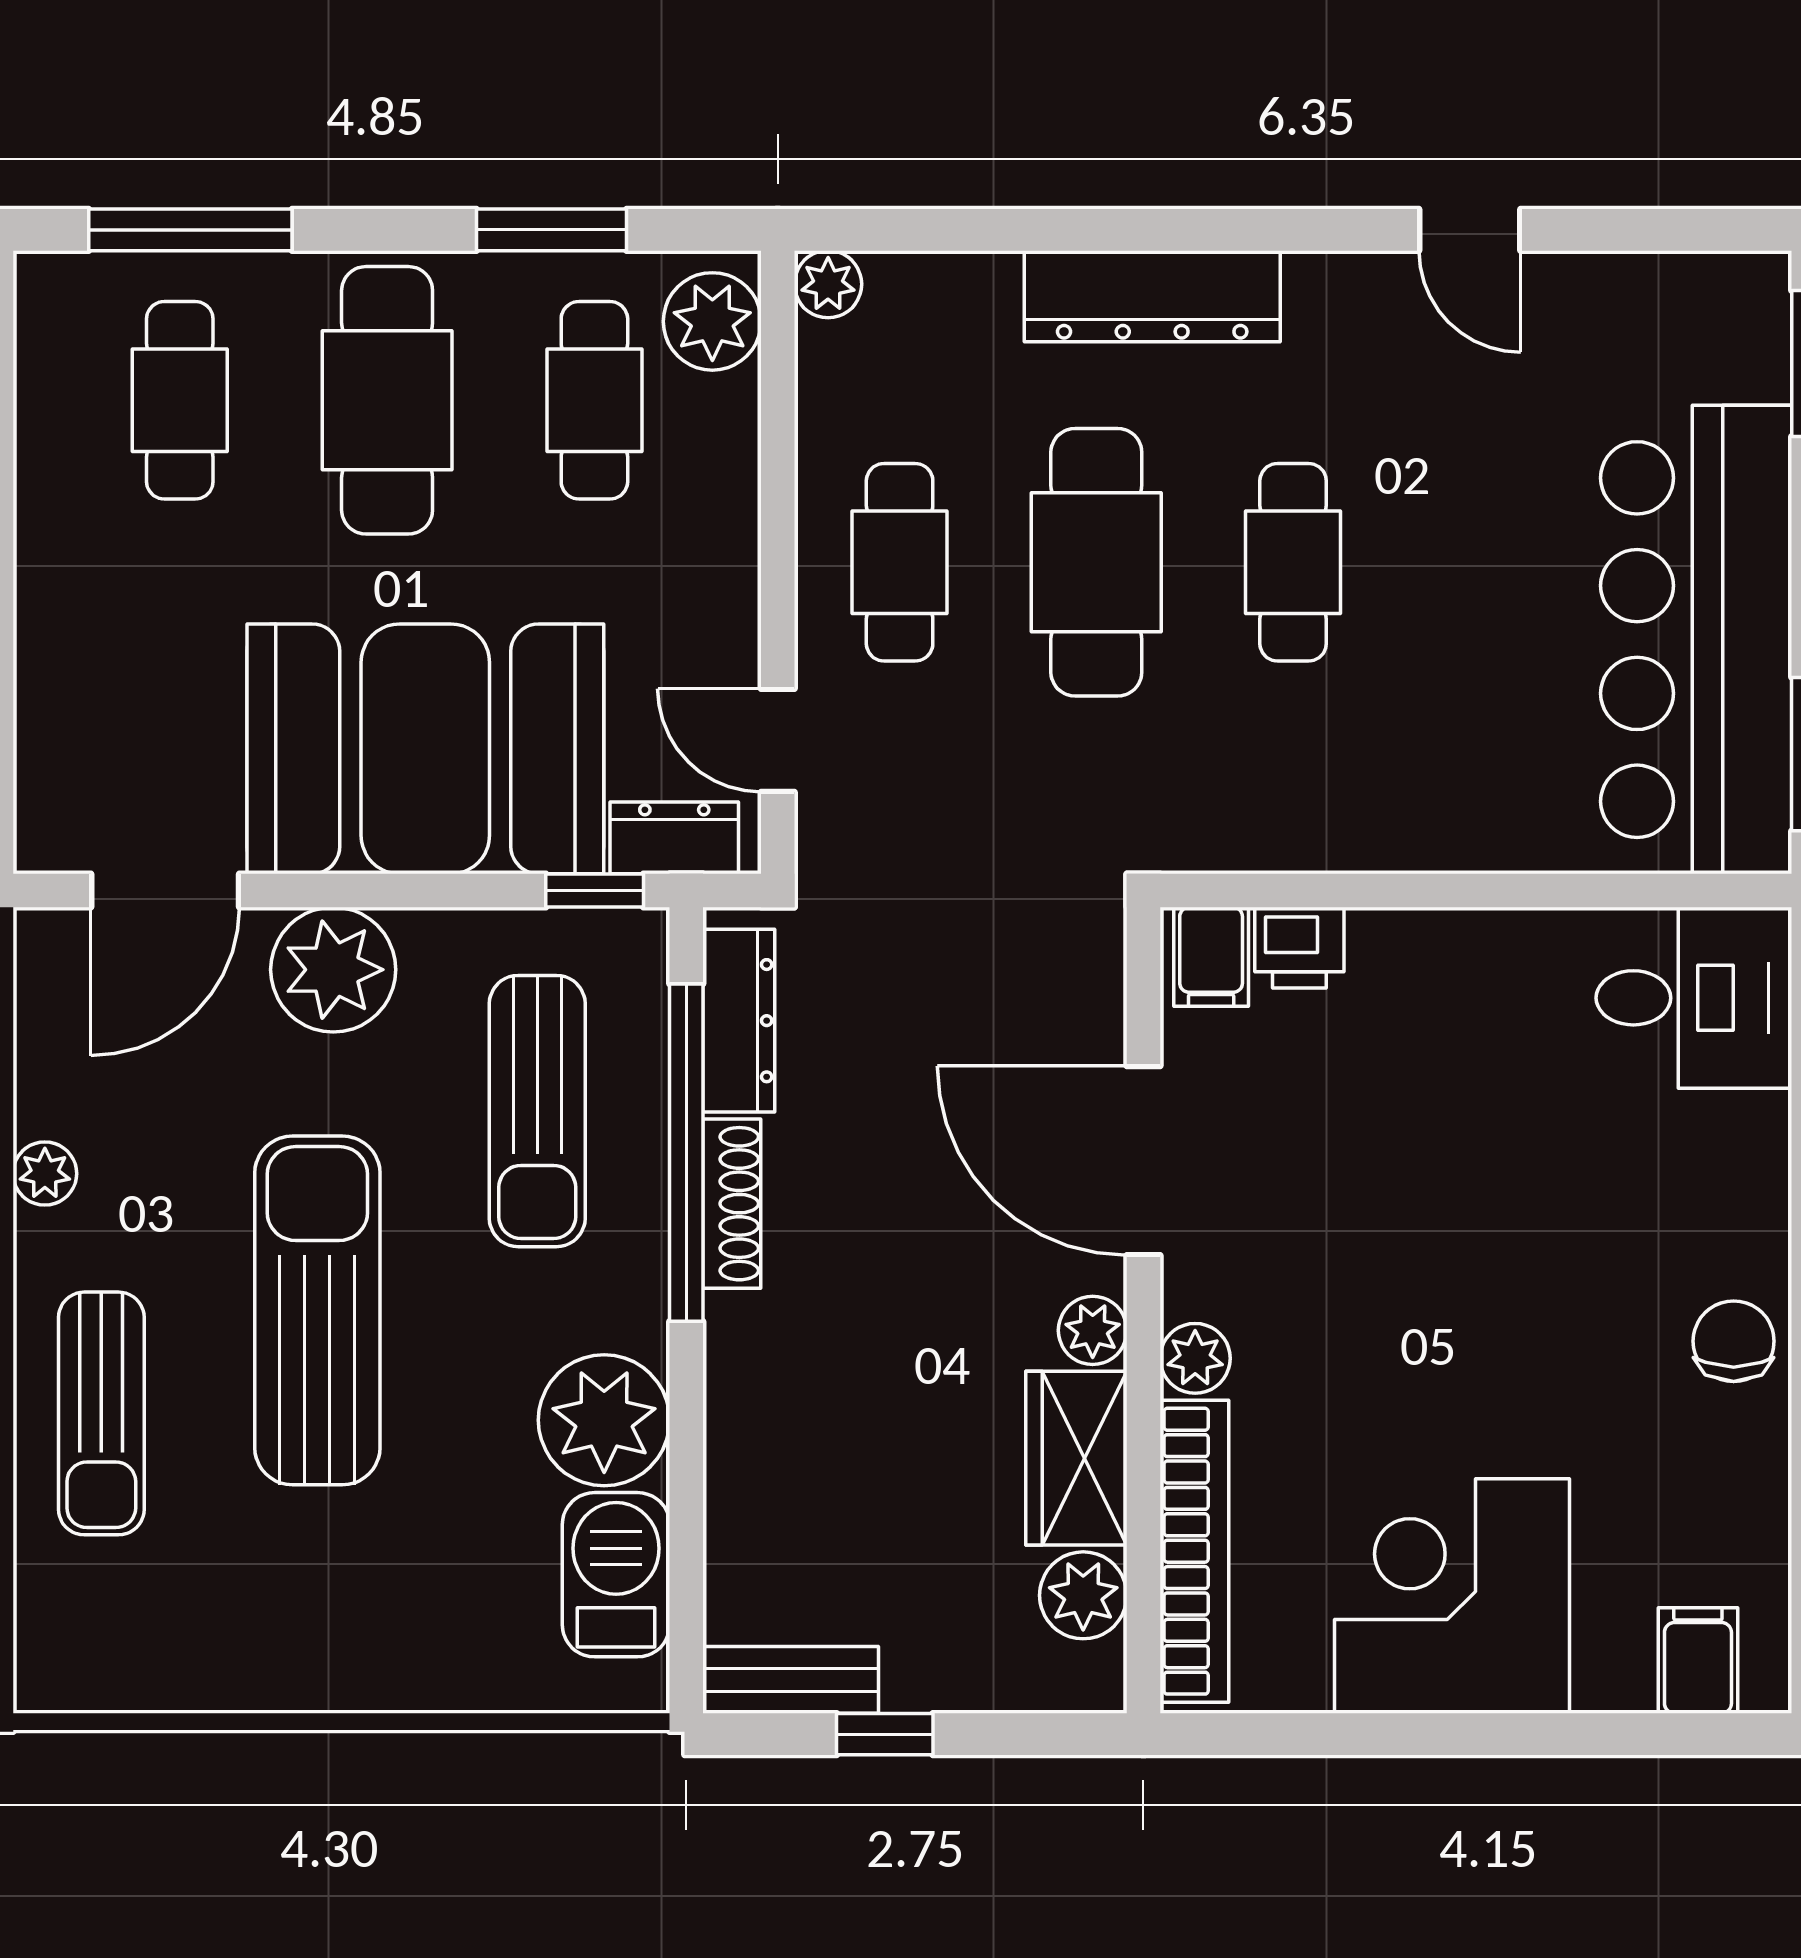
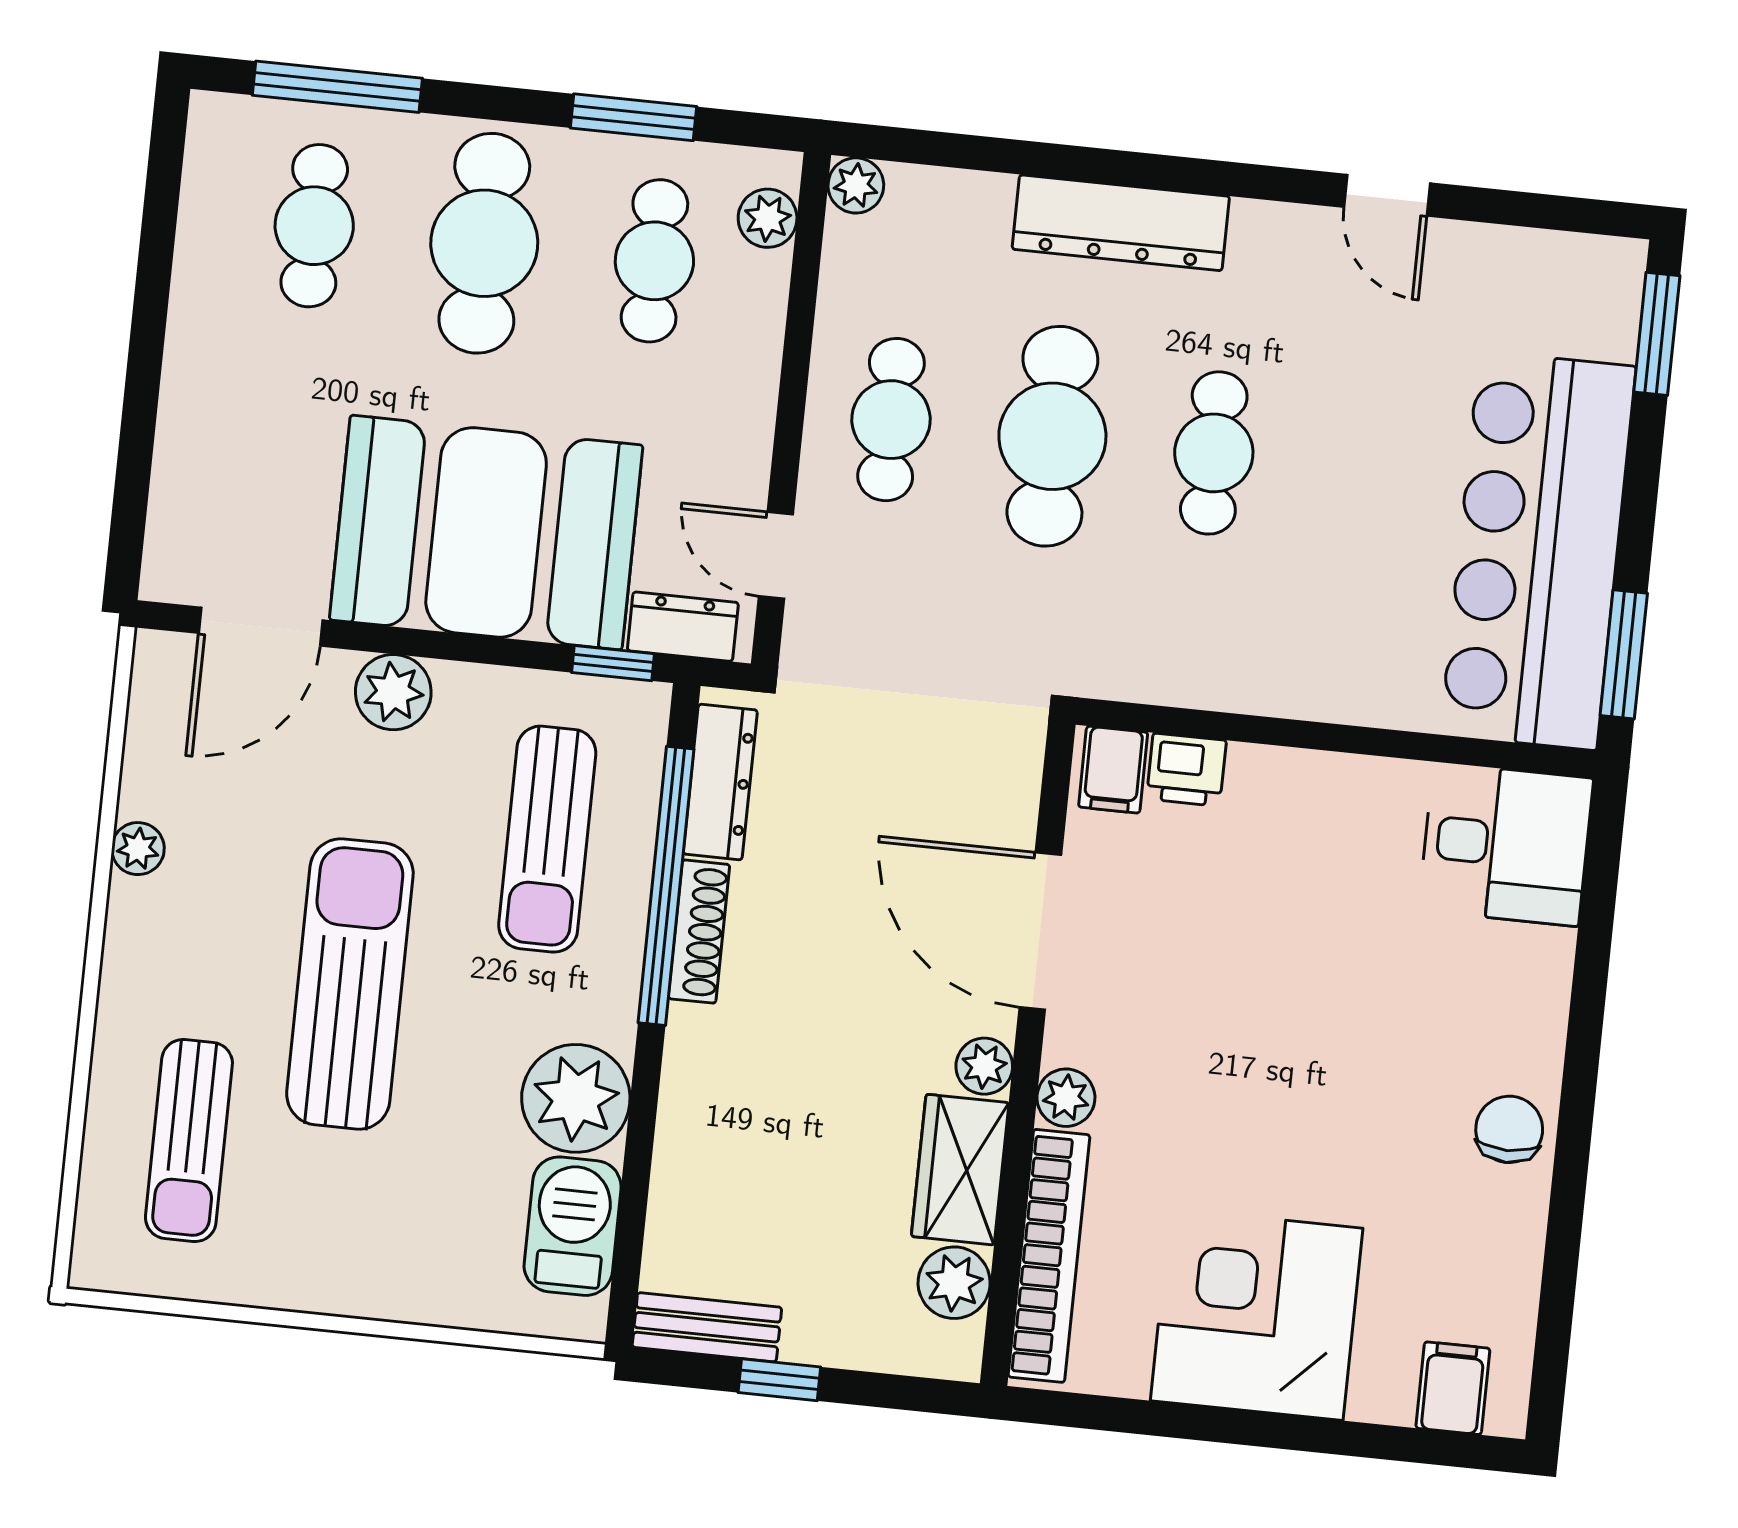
plant: (712, 321) -> (768, 218), width x0.73, depth x0.73
plant: (333, 970) -> (393, 692), width x0.73, depth x0.73
sun lounger: (101, 1413) -> (189, 1141), moved

